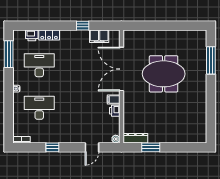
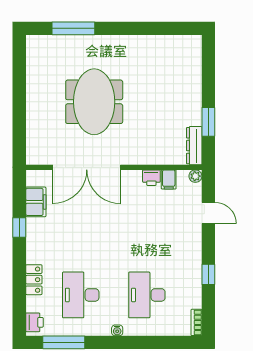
printer: (32, 35) -> (34, 322), moved
filing cabinet: (114, 100) -> (169, 179), moved

